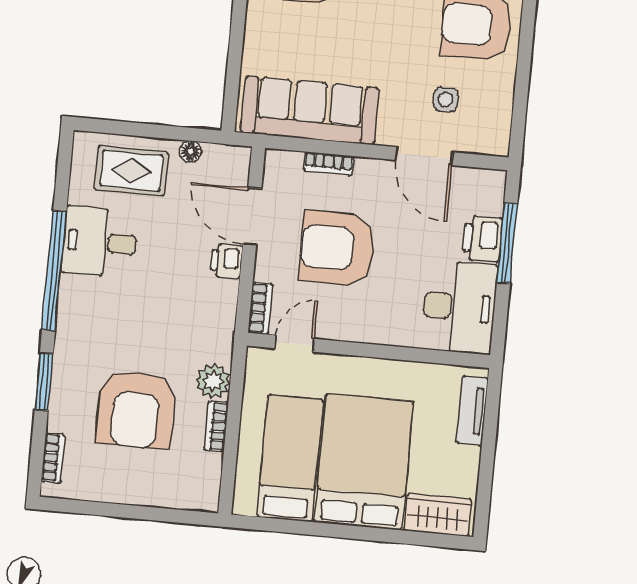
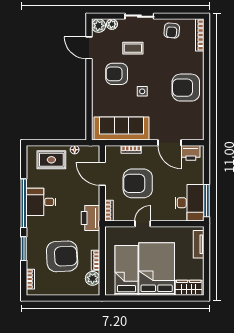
side table: (446, 99) -> (142, 91), moved
printer: (482, 239) -> (191, 153), moved, turned -90
desk: (100, 242) -> (41, 202), moved
window: (507, 243) -> (207, 201), moved
printer: (226, 261) -> (90, 218), moved, width x1.87, depth x1.48
door: (294, 343) -> (143, 224), moved
plant: (213, 381) -> (92, 278), moved
armchair: (136, 409) -> (62, 256), turned -93

